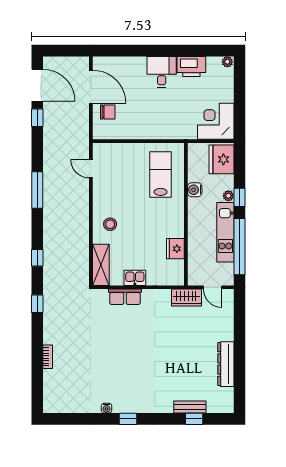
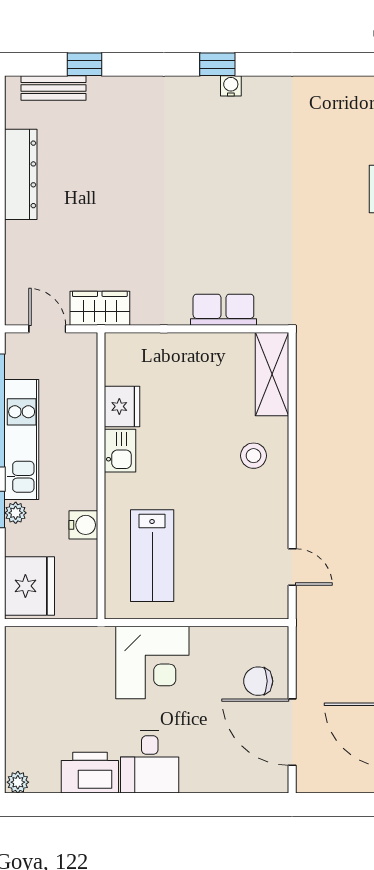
corner desk: (216, 121) -> (152, 663), moved
kitchen sink: (135, 278) -> (120, 451), moved, turned -90
bench: (190, 407) -> (53, 88), moved
water cooler: (107, 408) -> (231, 86), moved

